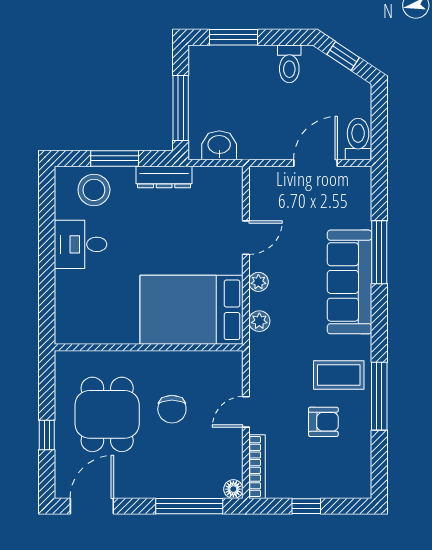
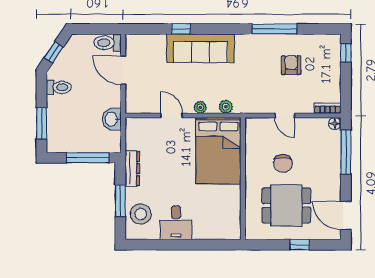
washbasin: (219, 145) -> (112, 119), moved
window: (379, 252) -> (181, 29), width x0.46
coffee table: (339, 375) -> (261, 55), removed
chair: (172, 409) -> (283, 163), turned 90
bookcase: (257, 467) -> (328, 108), width x0.64
window: (306, 506) -> (346, 53), moved

